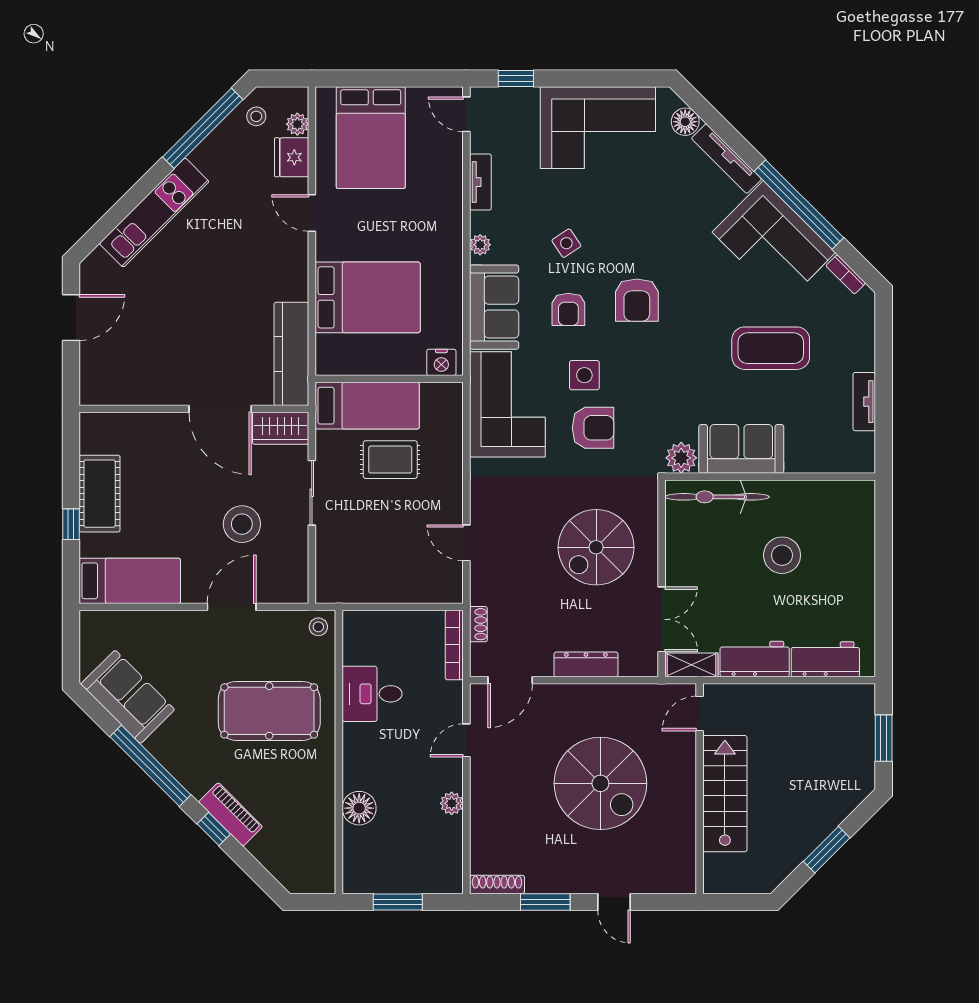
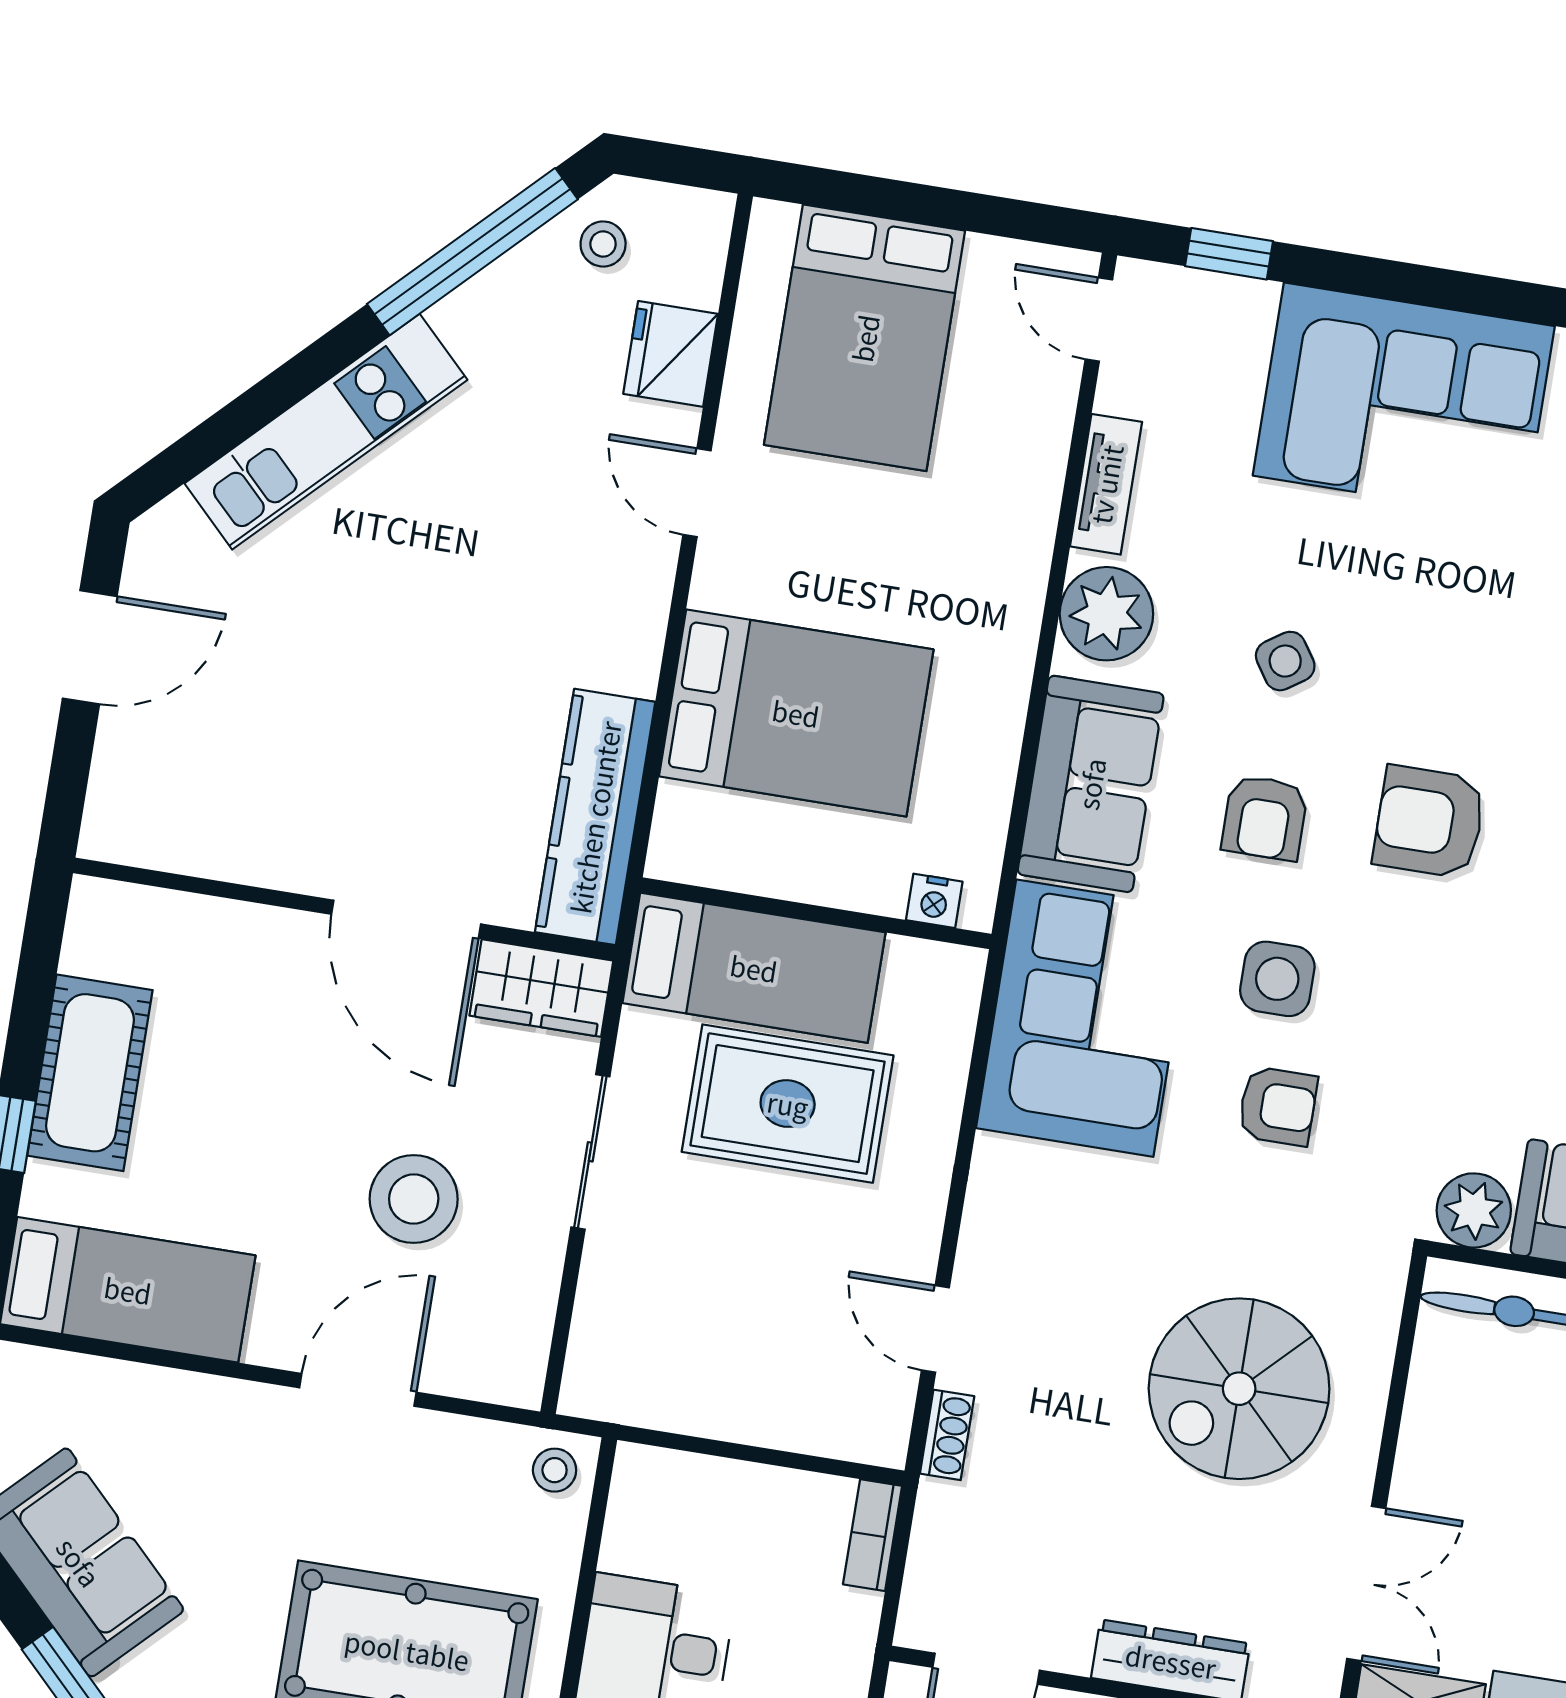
plant: (297, 124) -> (697, 278), removed
plant: (480, 245) -> (1106, 614), width x1.87, depth x1.87
armchair: (637, 300) -> (1429, 822), turned 90
nightstand: (441, 362) -> (934, 901), width x0.72, depth x0.74
armchair: (593, 428) -> (1278, 1106), width x0.72, depth x0.72
rug: (390, 460) -> (788, 1104), width x1.36, depth x1.43
shoe rack: (478, 624) -> (947, 1435), moved
bookcase: (454, 645) -> (873, 1535), width x0.64

